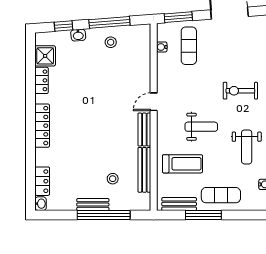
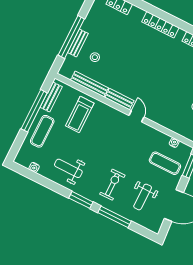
weight bench: (201, 127) -> (143, 197), moved
bench: (93, 205) -> (78, 43), moved
window: (203, 215) -> (34, 111), width x1.46

